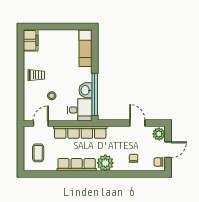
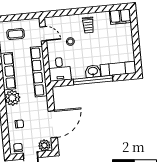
washbasin: (86, 90) -> (93, 71), moved
window: (95, 94) -> (93, 80), moved
door: (137, 123) -> (53, 124), width x1.88

